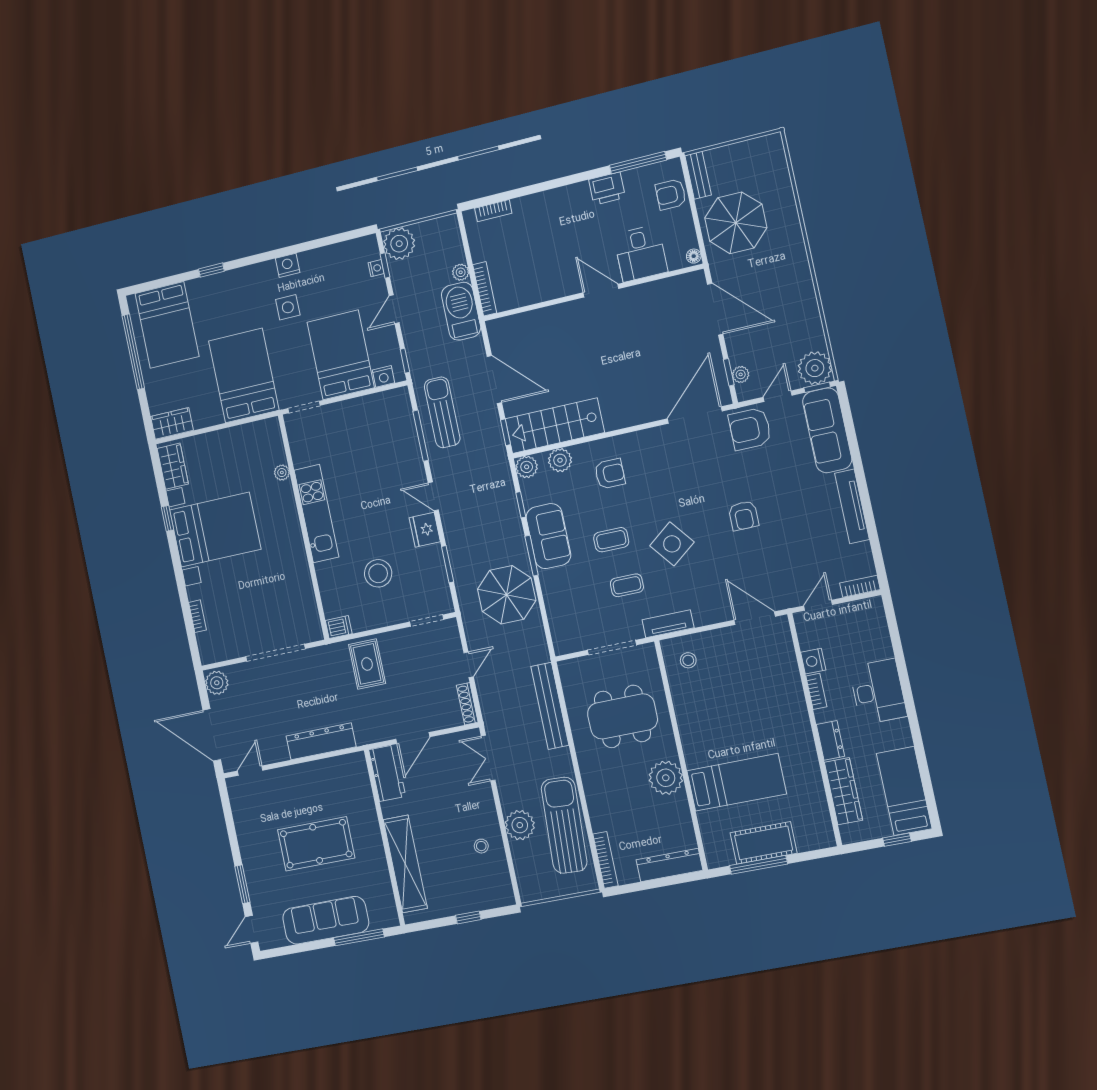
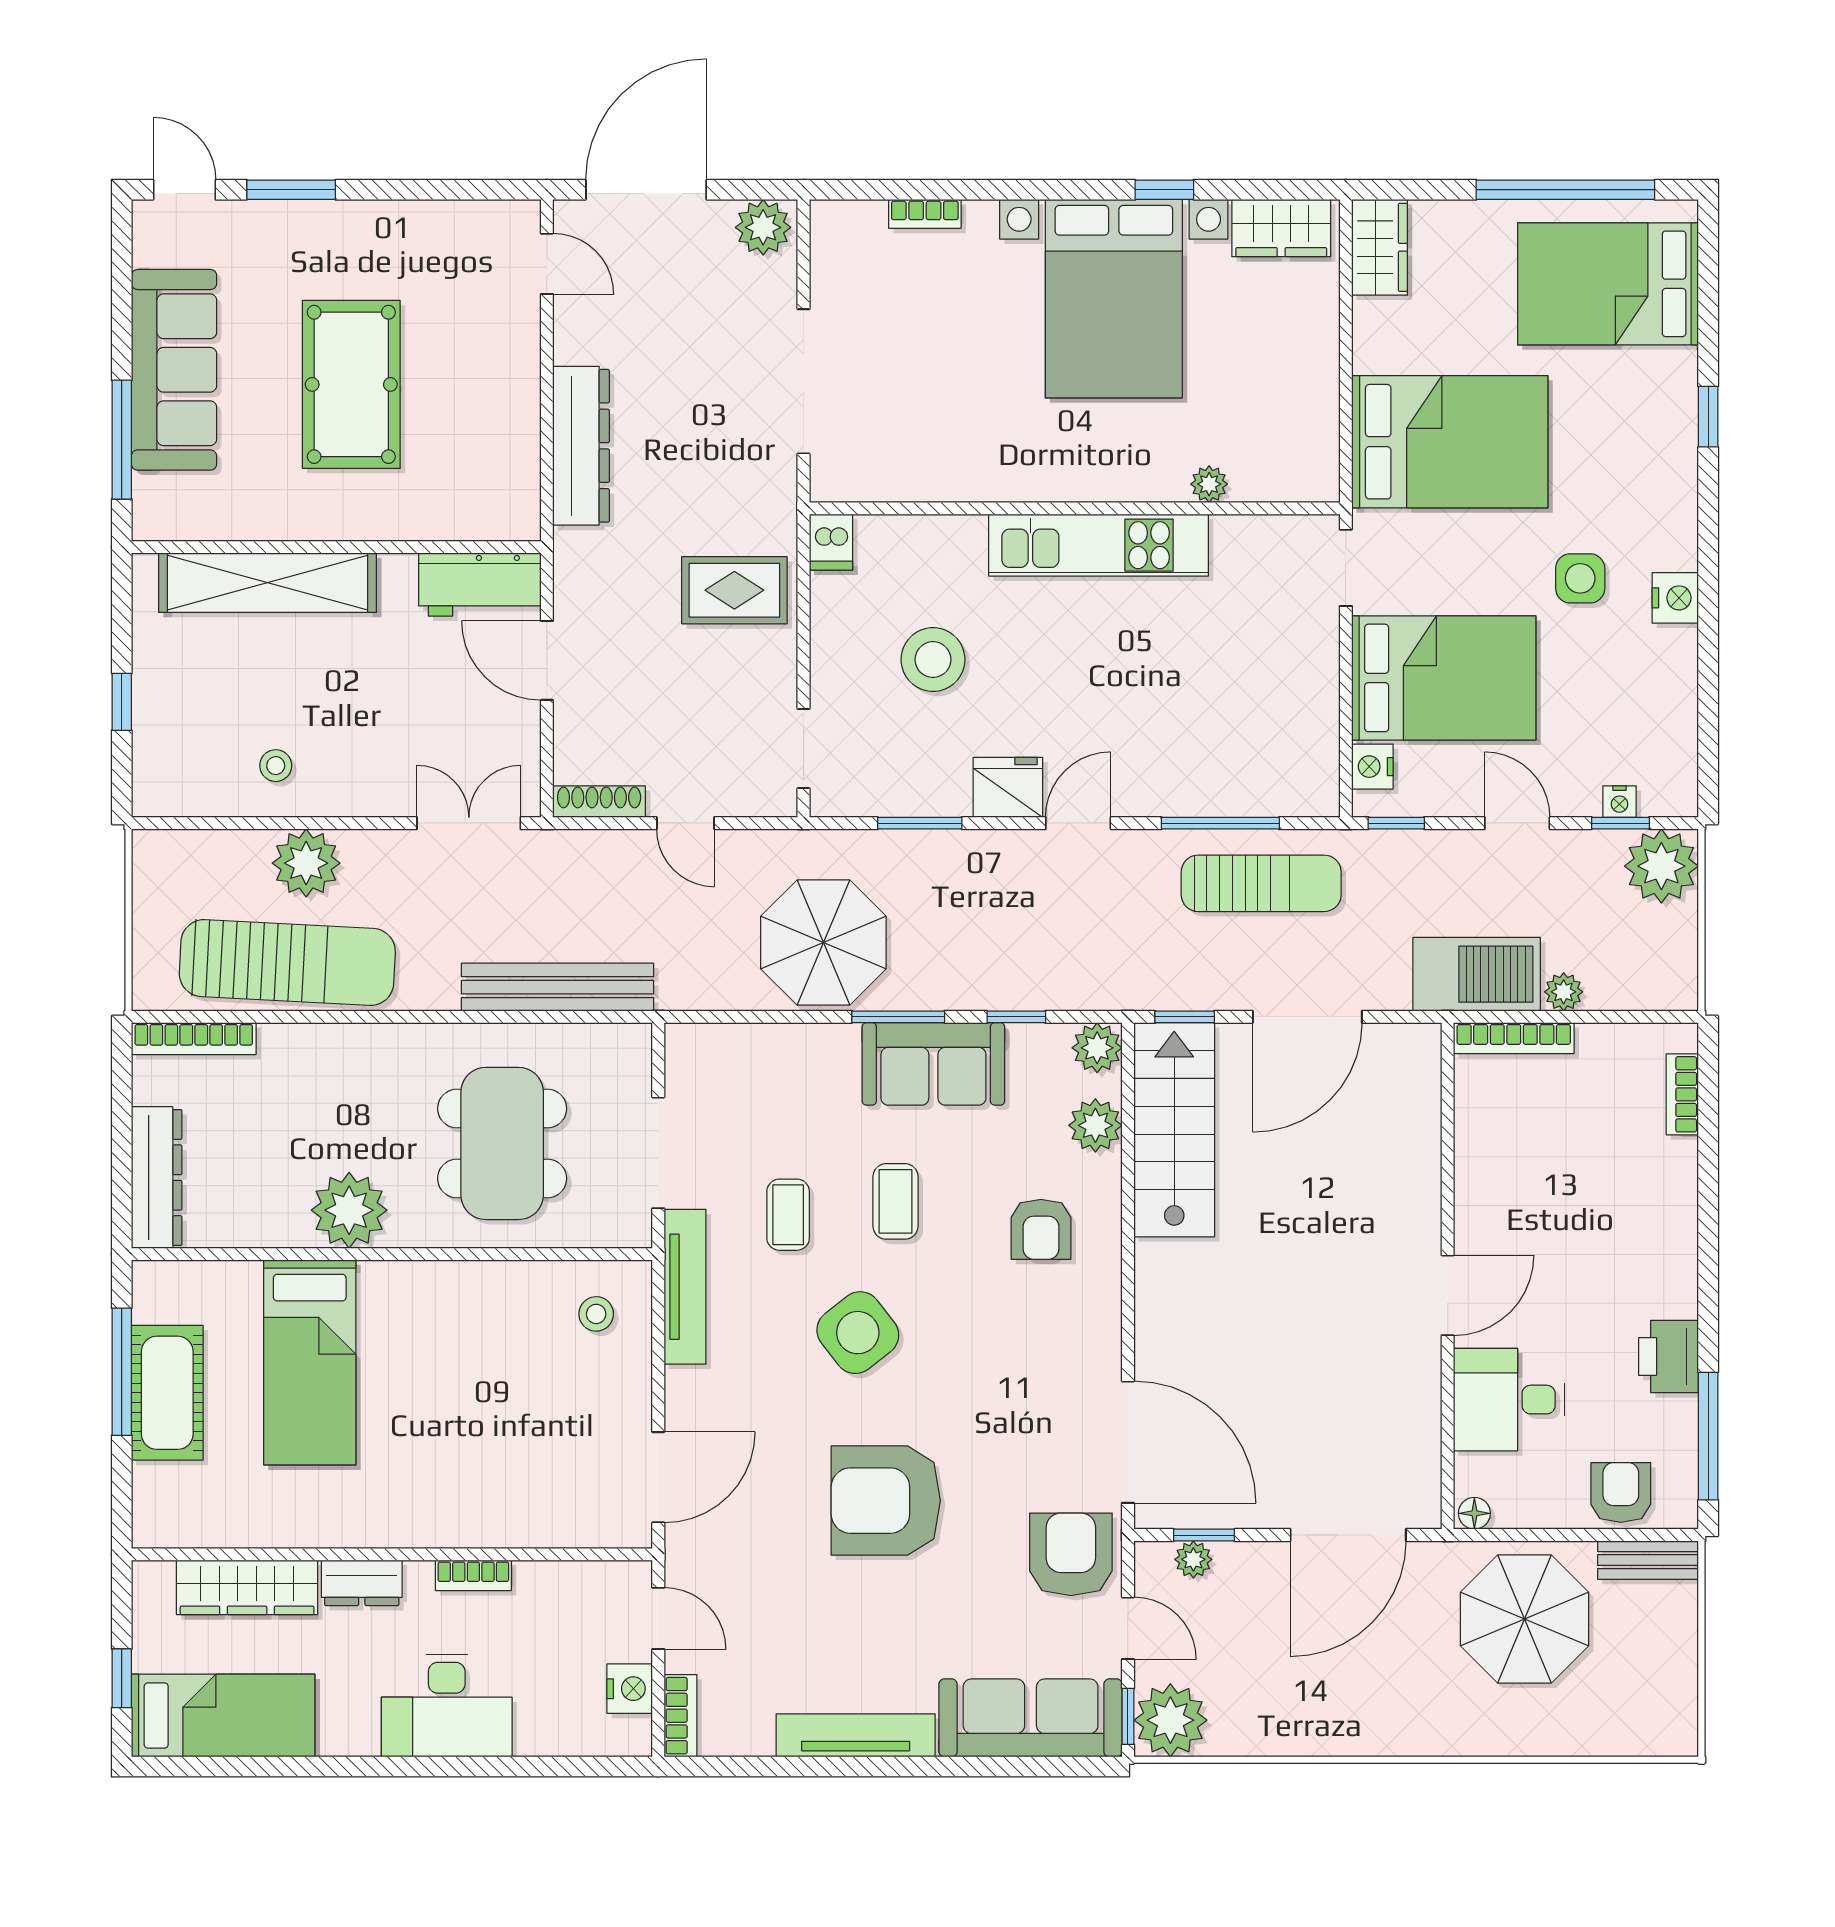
armchair: (744, 516) -> (886, 1501), width x1.88, depth x1.88
tv unit: (668, 624) -> (685, 1287), width x1.41
nightstand: (813, 661) -> (630, 1689), moved, turned 90

